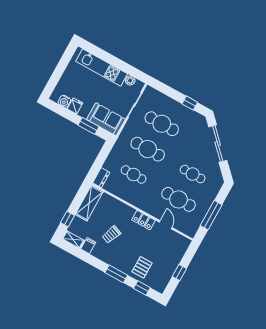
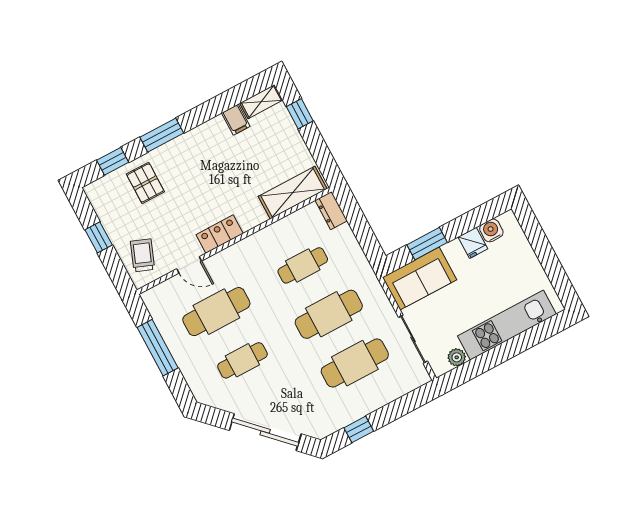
shelving: (89, 203) -> (293, 193), moved, turned 90
trolley: (111, 235) -> (142, 255), moved

